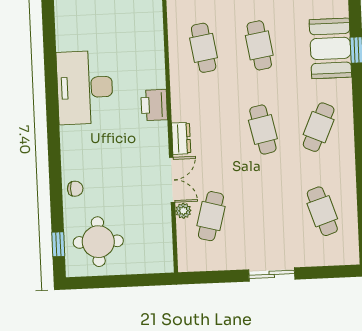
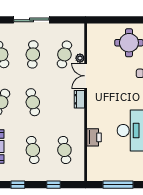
printer: (154, 105) -> (94, 137), moved
cafe table: (267, 214) -> (33, 54), added
sliding door: (272, 274) -> (31, 20), width x1.37

